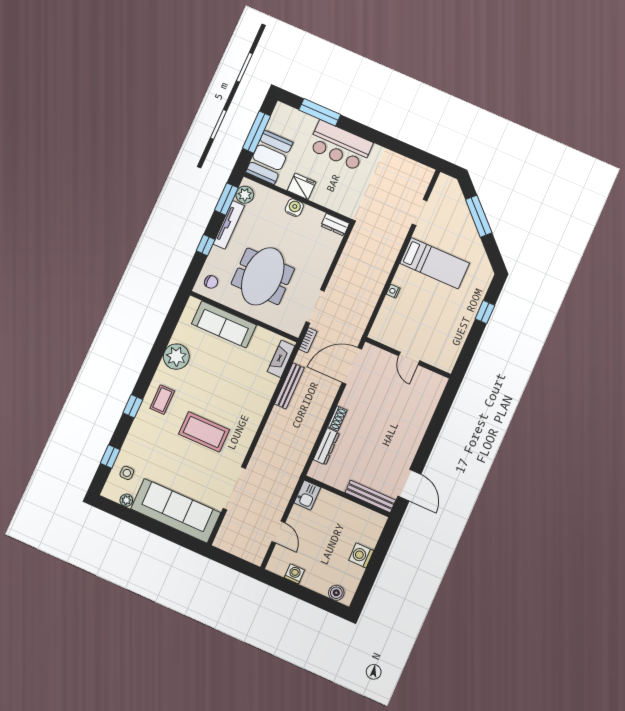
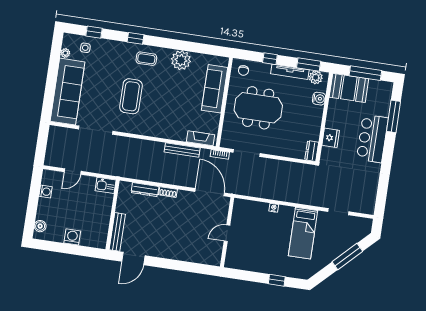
fridge: (302, 186) -> (331, 138), moved
water cooler: (294, 208) -> (319, 99), moved

